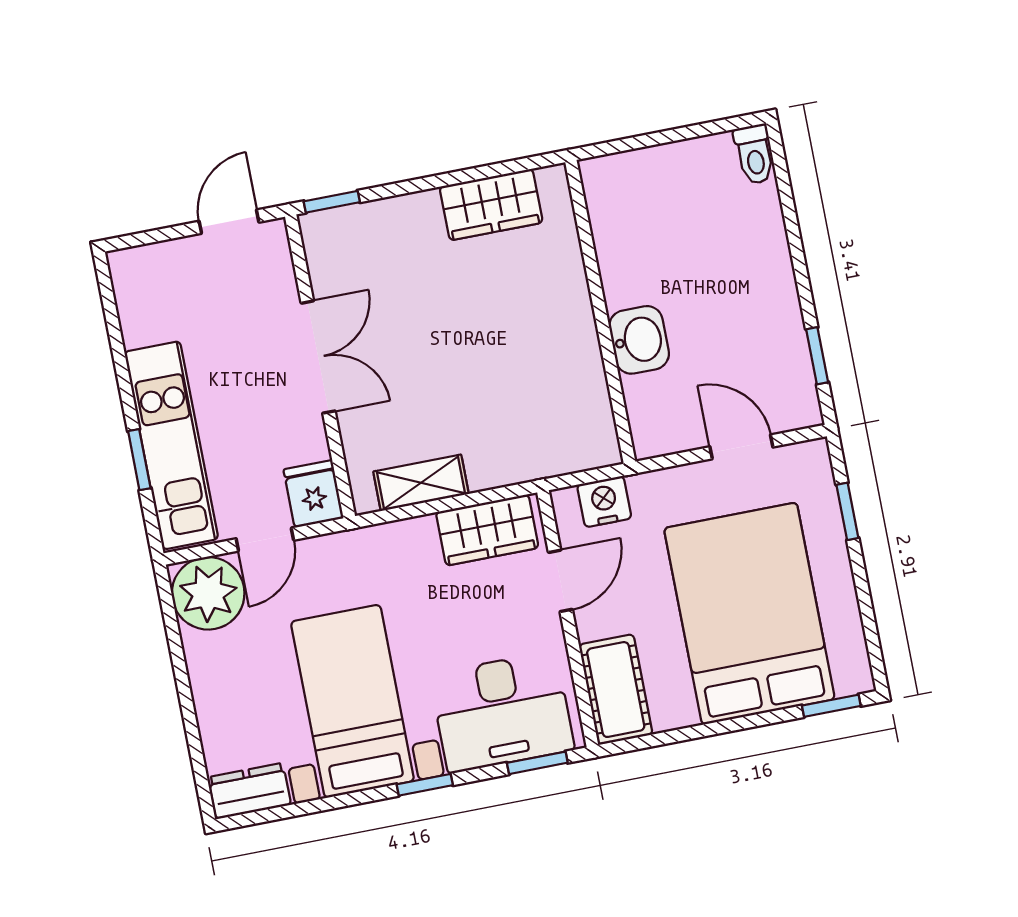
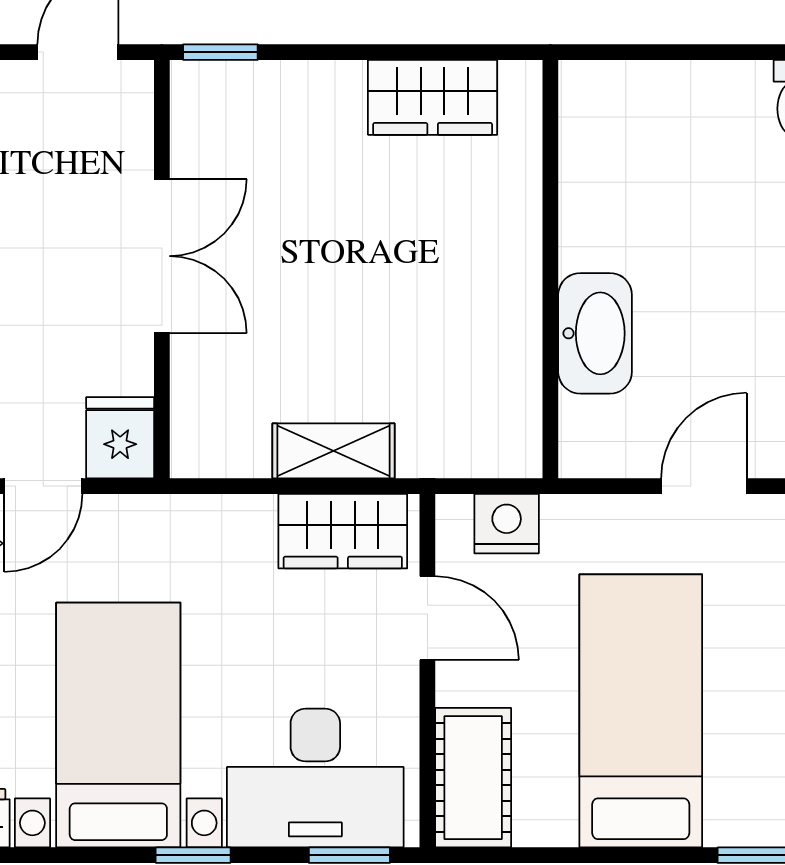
washbasin: (639, 340) -> (595, 333), width x1.38
door: (741, 447) -> (704, 486), hinge flipped
shelving: (421, 483) -> (333, 451), moved
door: (560, 581) -> (427, 618), hinge flipped
bed: (749, 614) -> (641, 711), width x0.67

